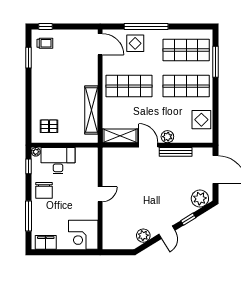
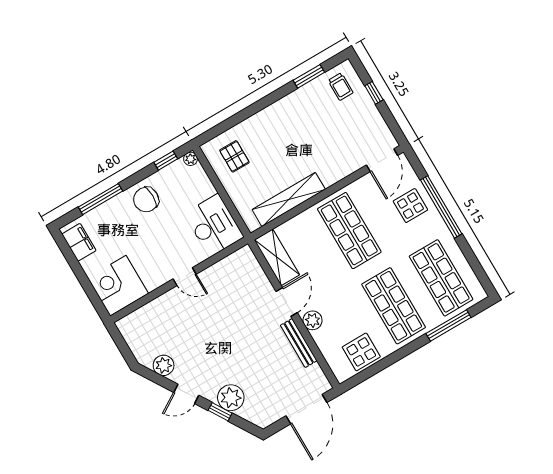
window: (45, 26) -> (374, 93), moved
desk: (58, 161) -> (214, 225), moved
plant: (200, 199) -> (231, 398), moved

